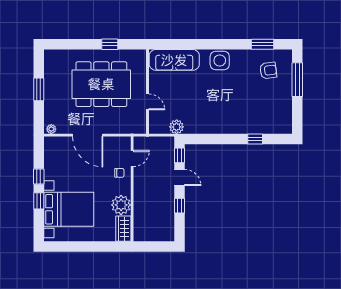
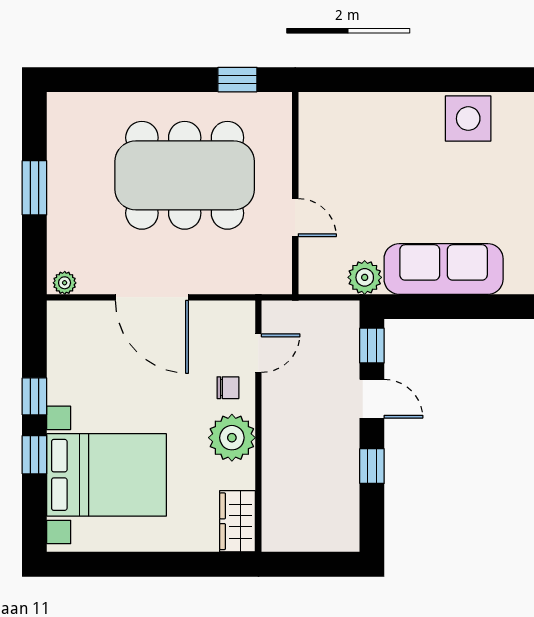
window: (110, 44) -> (237, 80), moved
sofa: (174, 60) -> (444, 269), moved, turned 180
plant: (121, 205) -> (232, 438), moved

